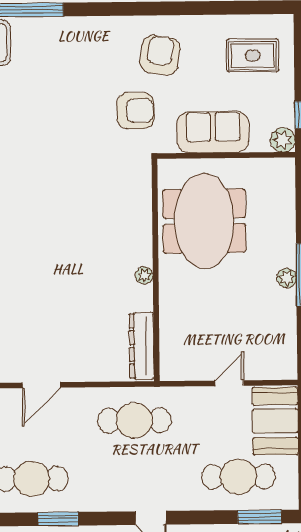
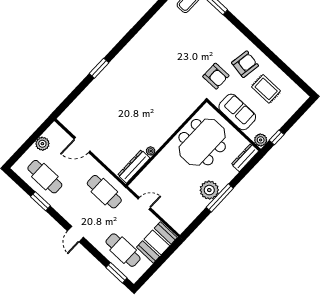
rug: (253, 55) -> (266, 89), moved
dresser: (285, 185) -> (245, 158), added
plant: (144, 275) -> (151, 151), moved
plant: (287, 278) -> (209, 190), width x1.88, depth x1.88
door: (229, 383) -> (144, 203), moved

